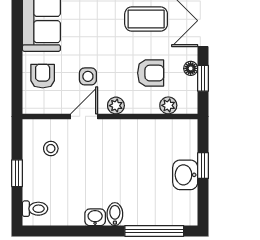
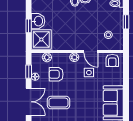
armchair: (43, 76) -> (112, 60), moved
door: (84, 116) -> (91, 52), hinge flipped
shower: (179, 139) -> (41, 40), added

